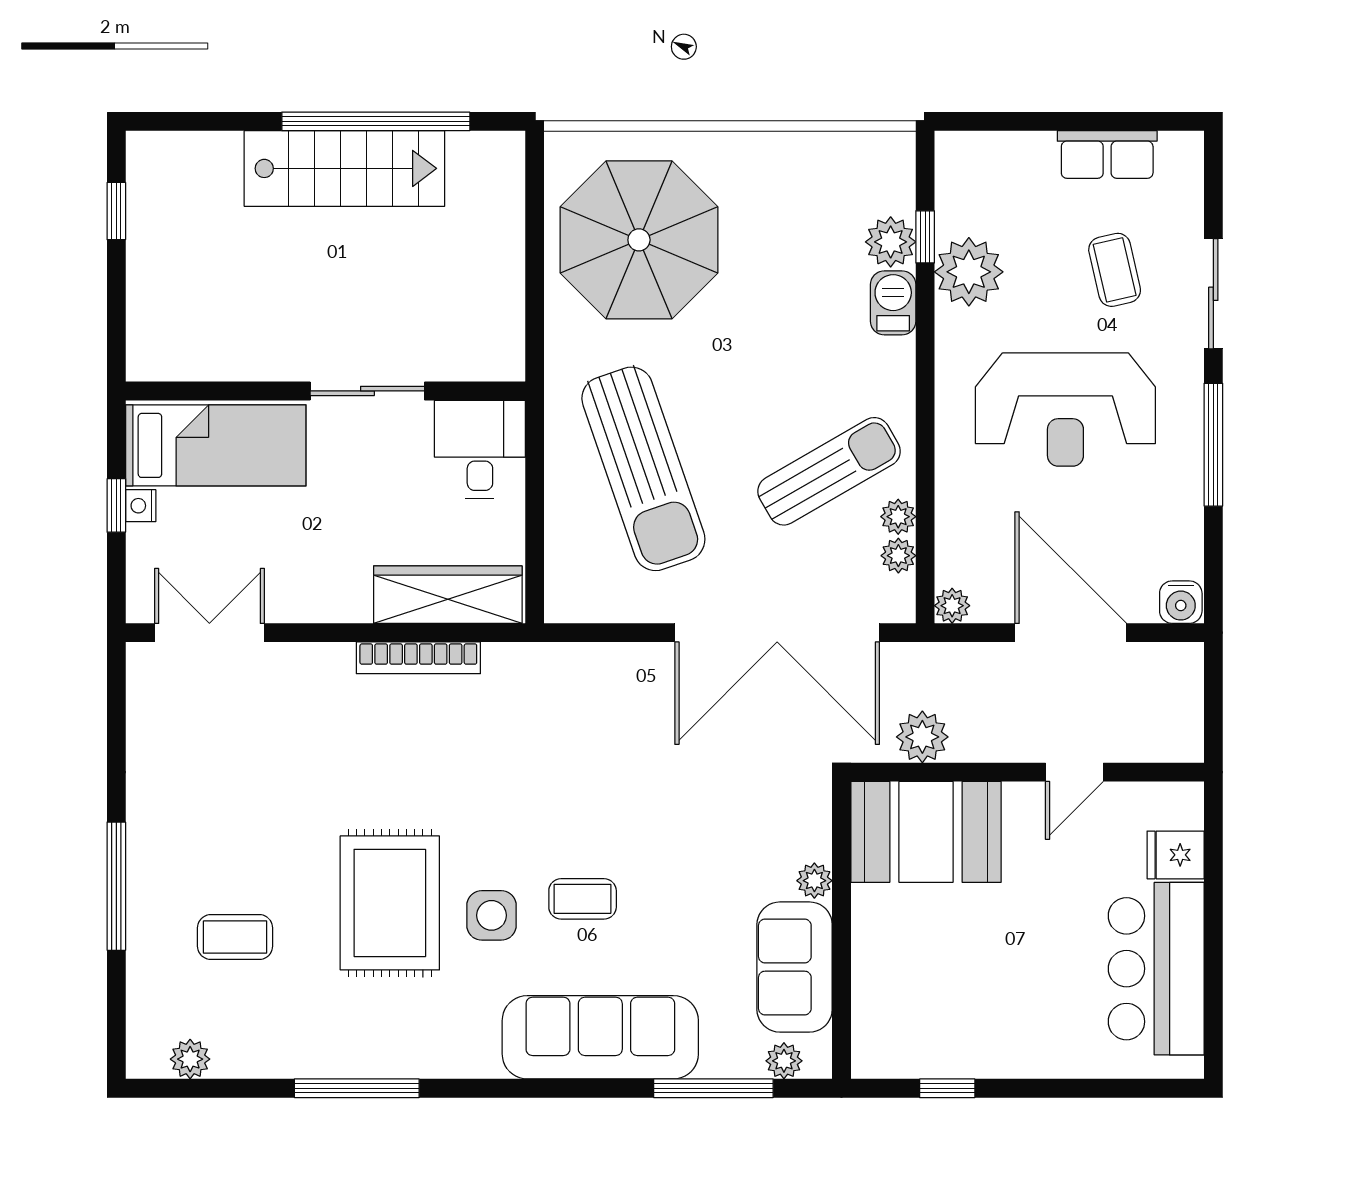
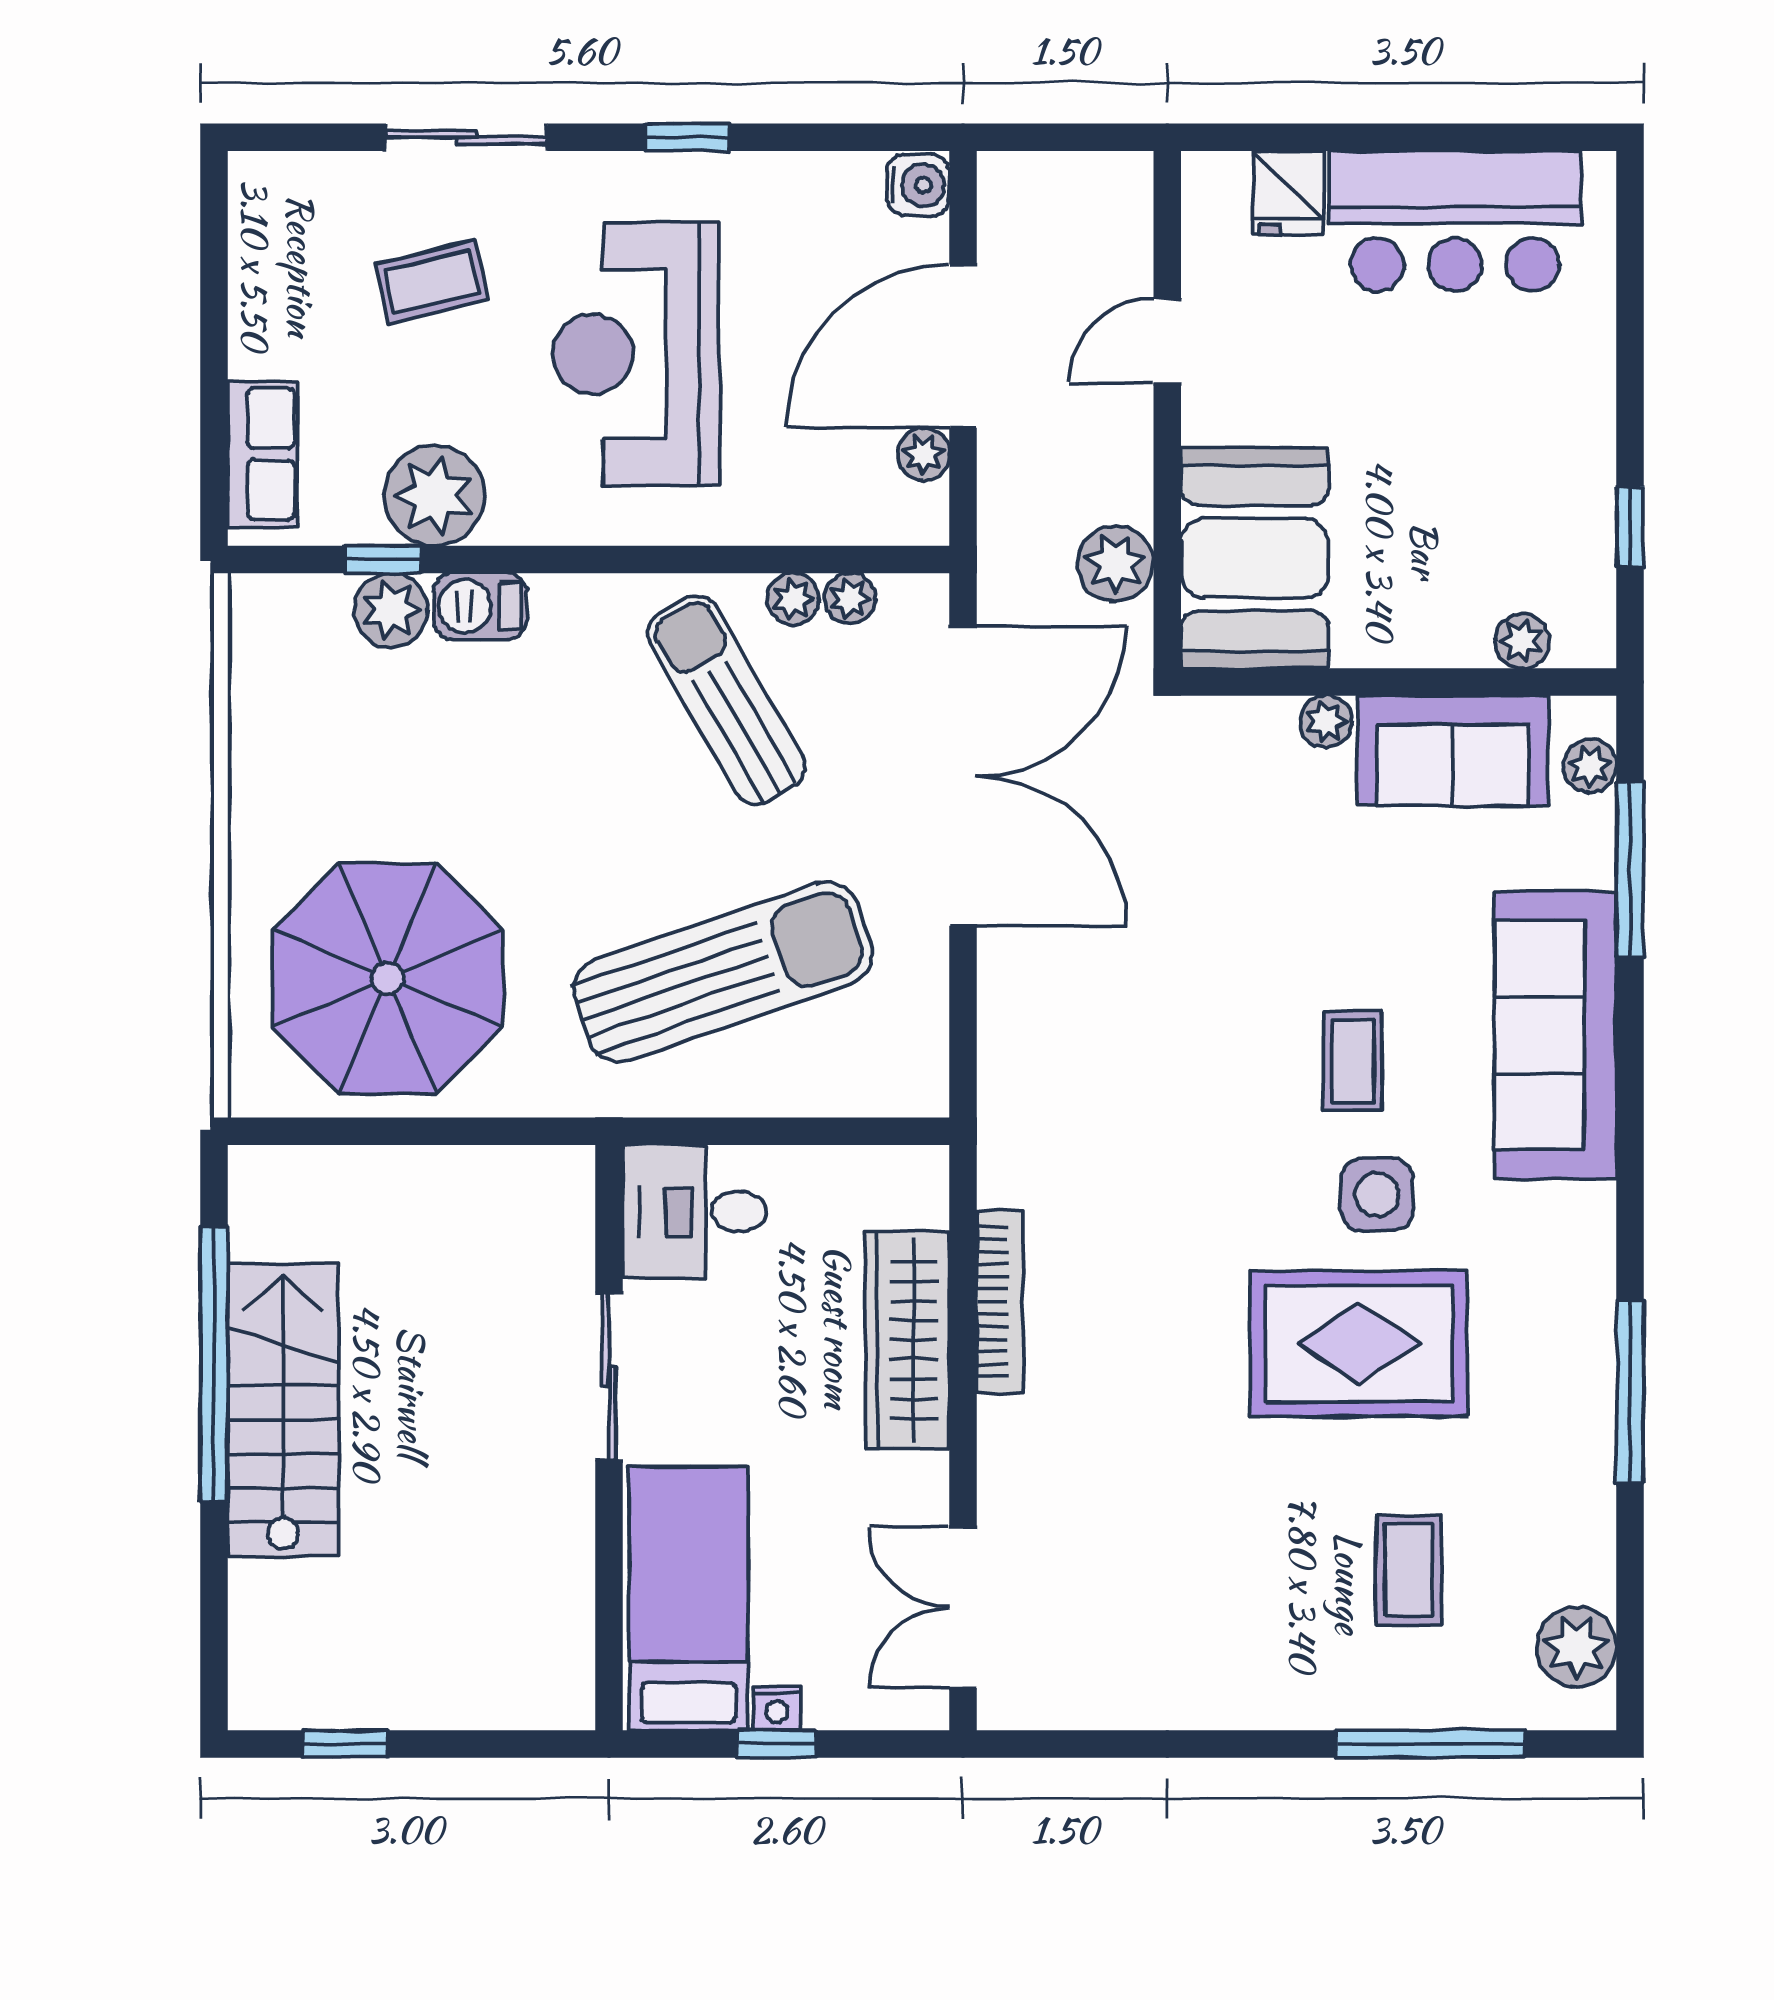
row of seats: (1107, 154) -> (263, 454), moved
reception desk: (1065, 410) -> (636, 354), turned 180
window: (1213, 445) -> (688, 137), width x0.46
wardrobe: (448, 595) -> (907, 1340), moved
plant: (952, 606) -> (923, 454), moved
door: (1074, 772) -> (1167, 341), swing flipped
window: (116, 886) -> (1430, 1744), moved
plant: (869, 1014) -> (1522, 641), added
plant: (190, 1059) -> (1576, 1647), width x1.38, depth x1.38

